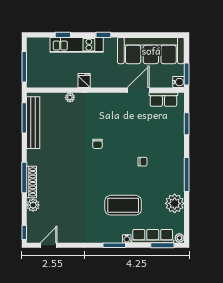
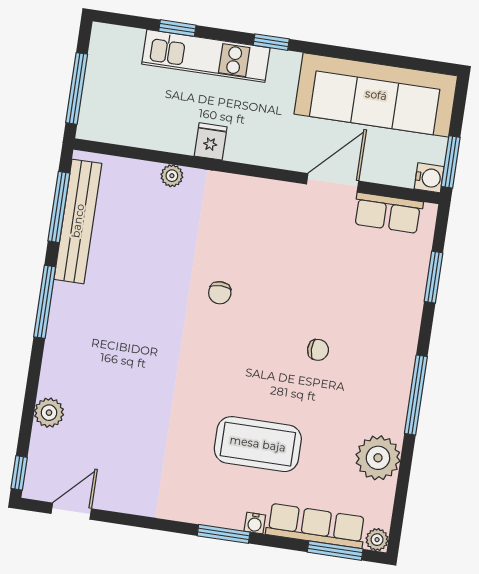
window: (24, 177) -> (45, 302), moved
shoe rack: (32, 182) -> (54, 358), removed

